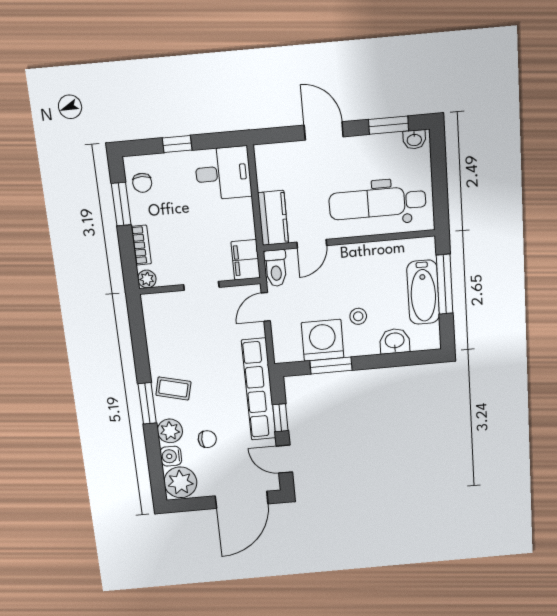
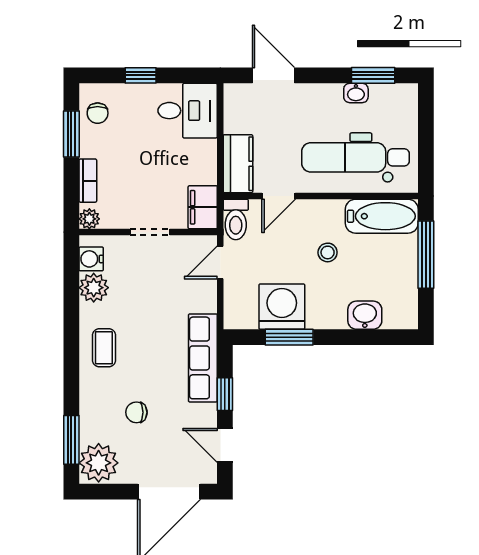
door: (324, 131) -> (273, 75), moved
washbasin: (414, 139) -> (356, 93), moved
bathtub: (423, 292) -> (382, 216), moved, turned -90
stool: (358, 316) -> (328, 252), moved
coffee table: (173, 388) -> (104, 348), turned 76
row of seats: (259, 389) -> (203, 358), width x0.73
window: (147, 403) -> (71, 440), moved
plant: (170, 431) -> (94, 288), moved
chair: (207, 439) -> (136, 412), turned 180
water cooler: (171, 456) -> (91, 259), moved

